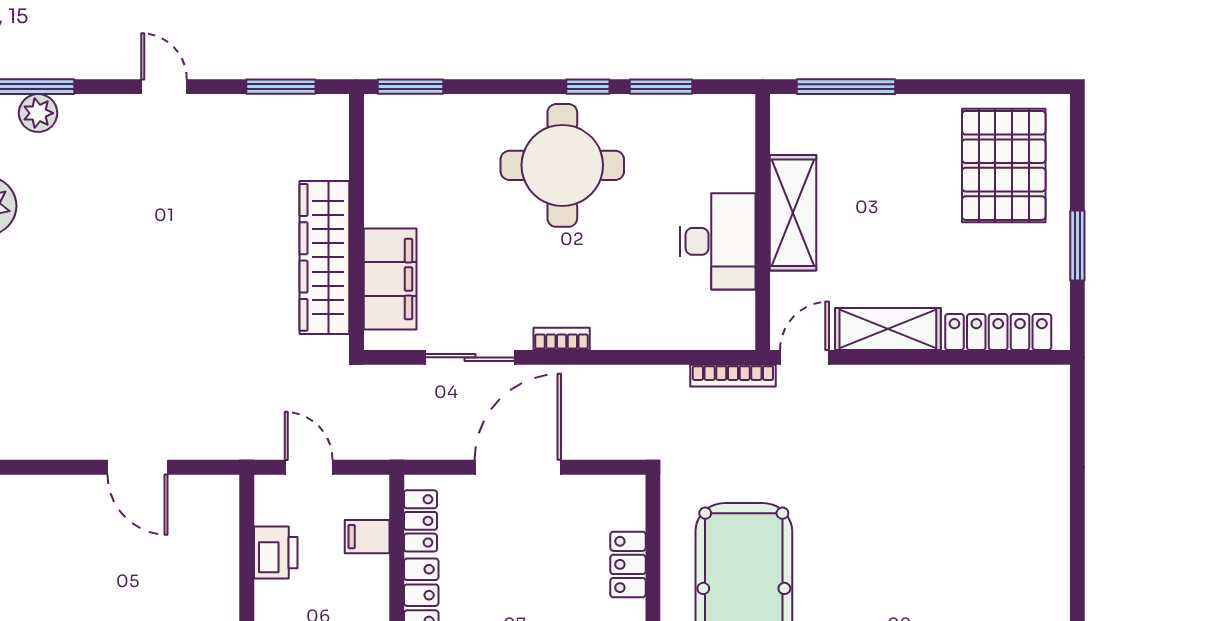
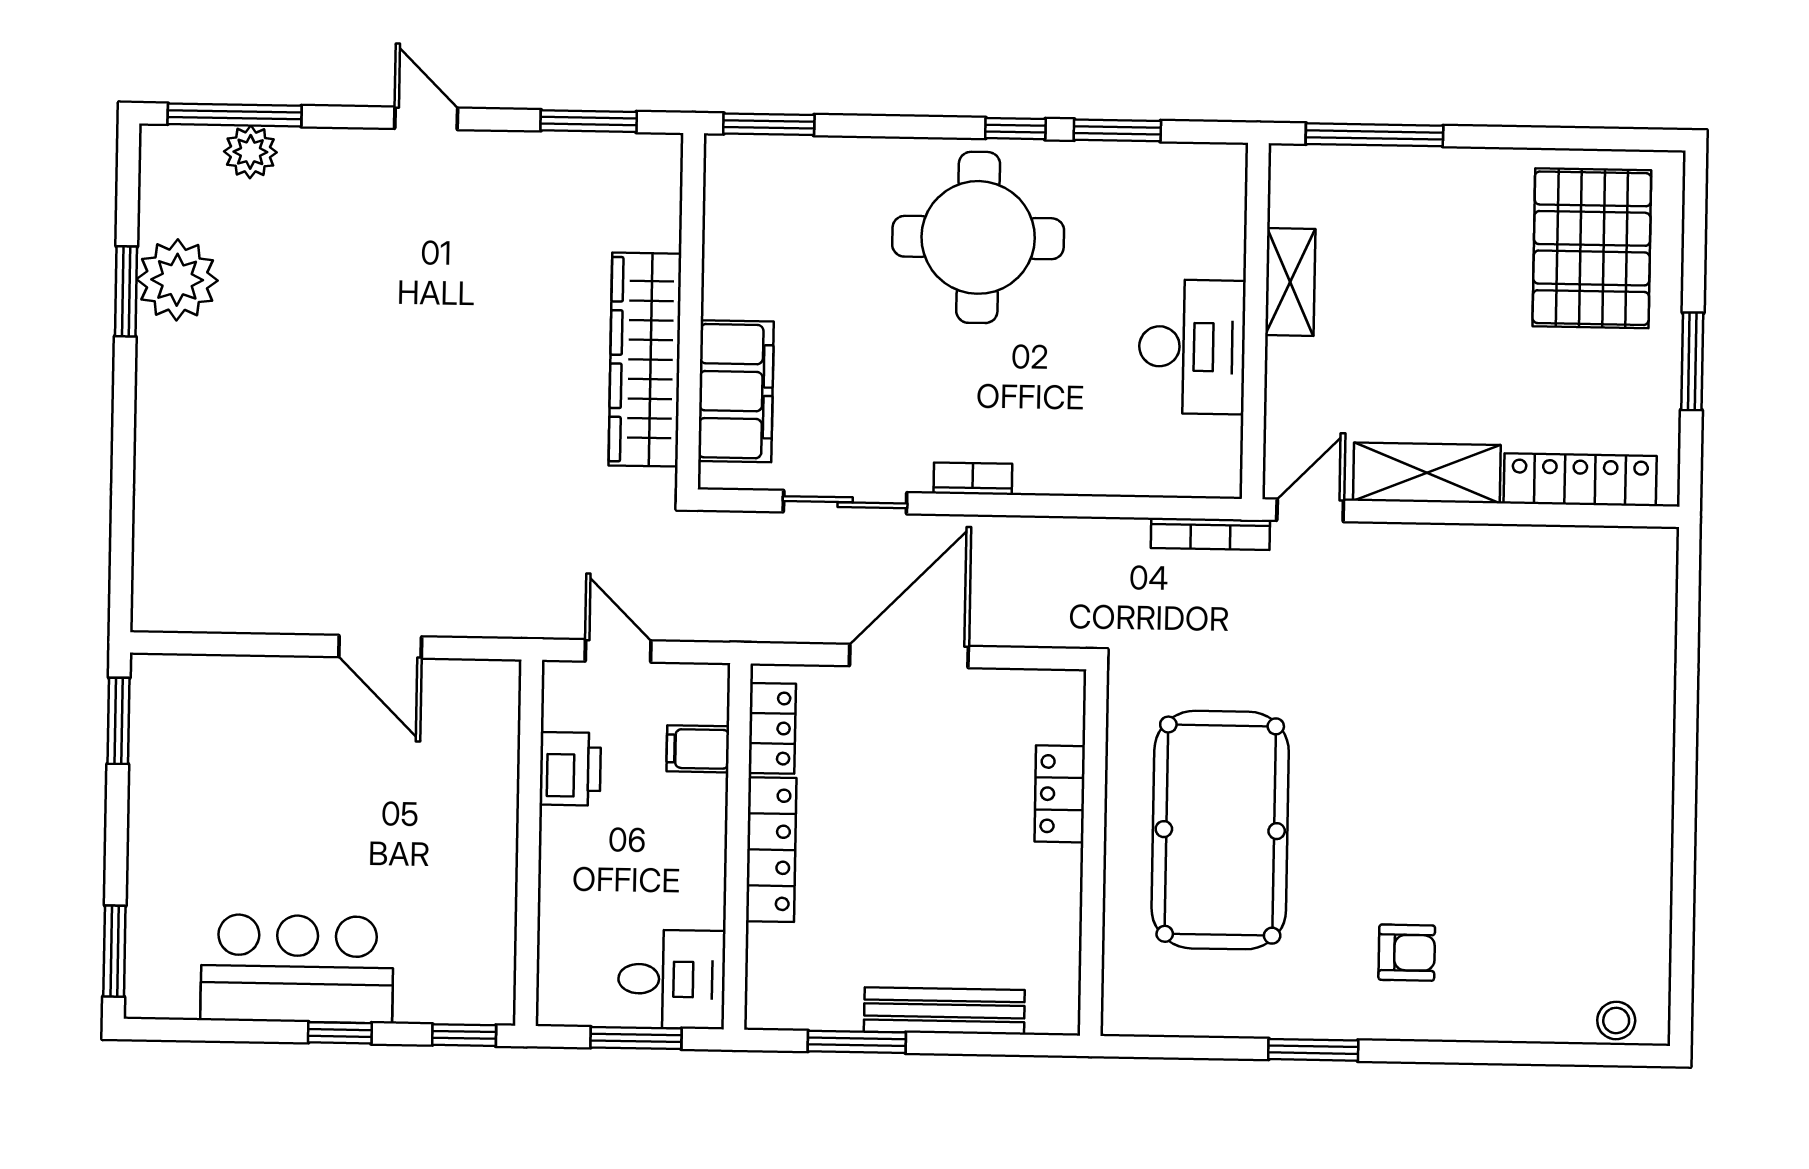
shelving: (793, 213) -> (1290, 282), width x0.67, depth x0.75

